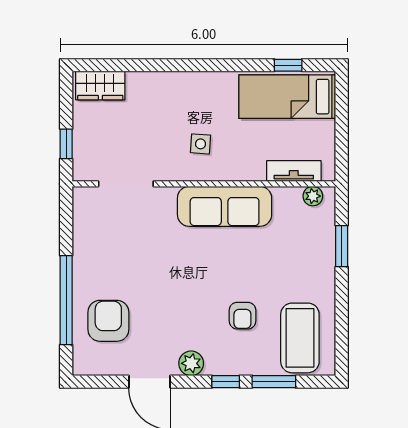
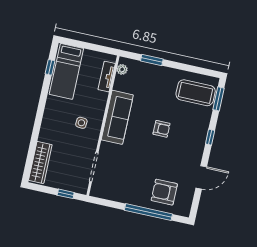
wardrobe: (100, 86) -> (40, 162), width x1.50
armchair: (242, 316) -> (162, 129), moved
plant: (191, 363) -> (196, 153), removed
window: (274, 382) -> (218, 99), moved

